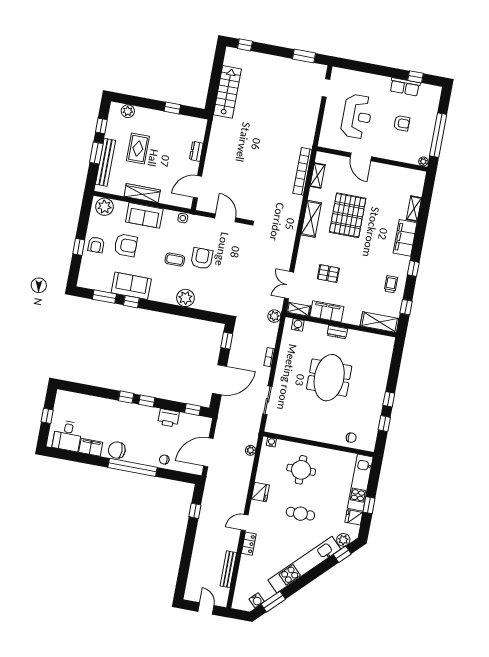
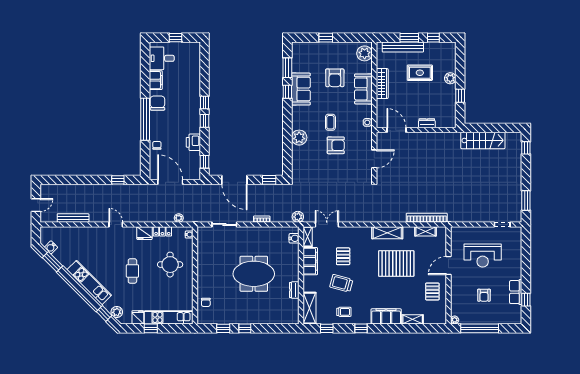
plant: (128, 111) -> (450, 78), moved
pallet: (387, 180) -> (432, 291), added
armchair: (96, 245) -> (330, 52), removed
trolley: (358, 281) -> (341, 283), added
dresser: (337, 332) -> (294, 290), moved
locker: (249, 544) -> (162, 231), moved
kitchen unit: (304, 565) -> (89, 283), width x0.73

